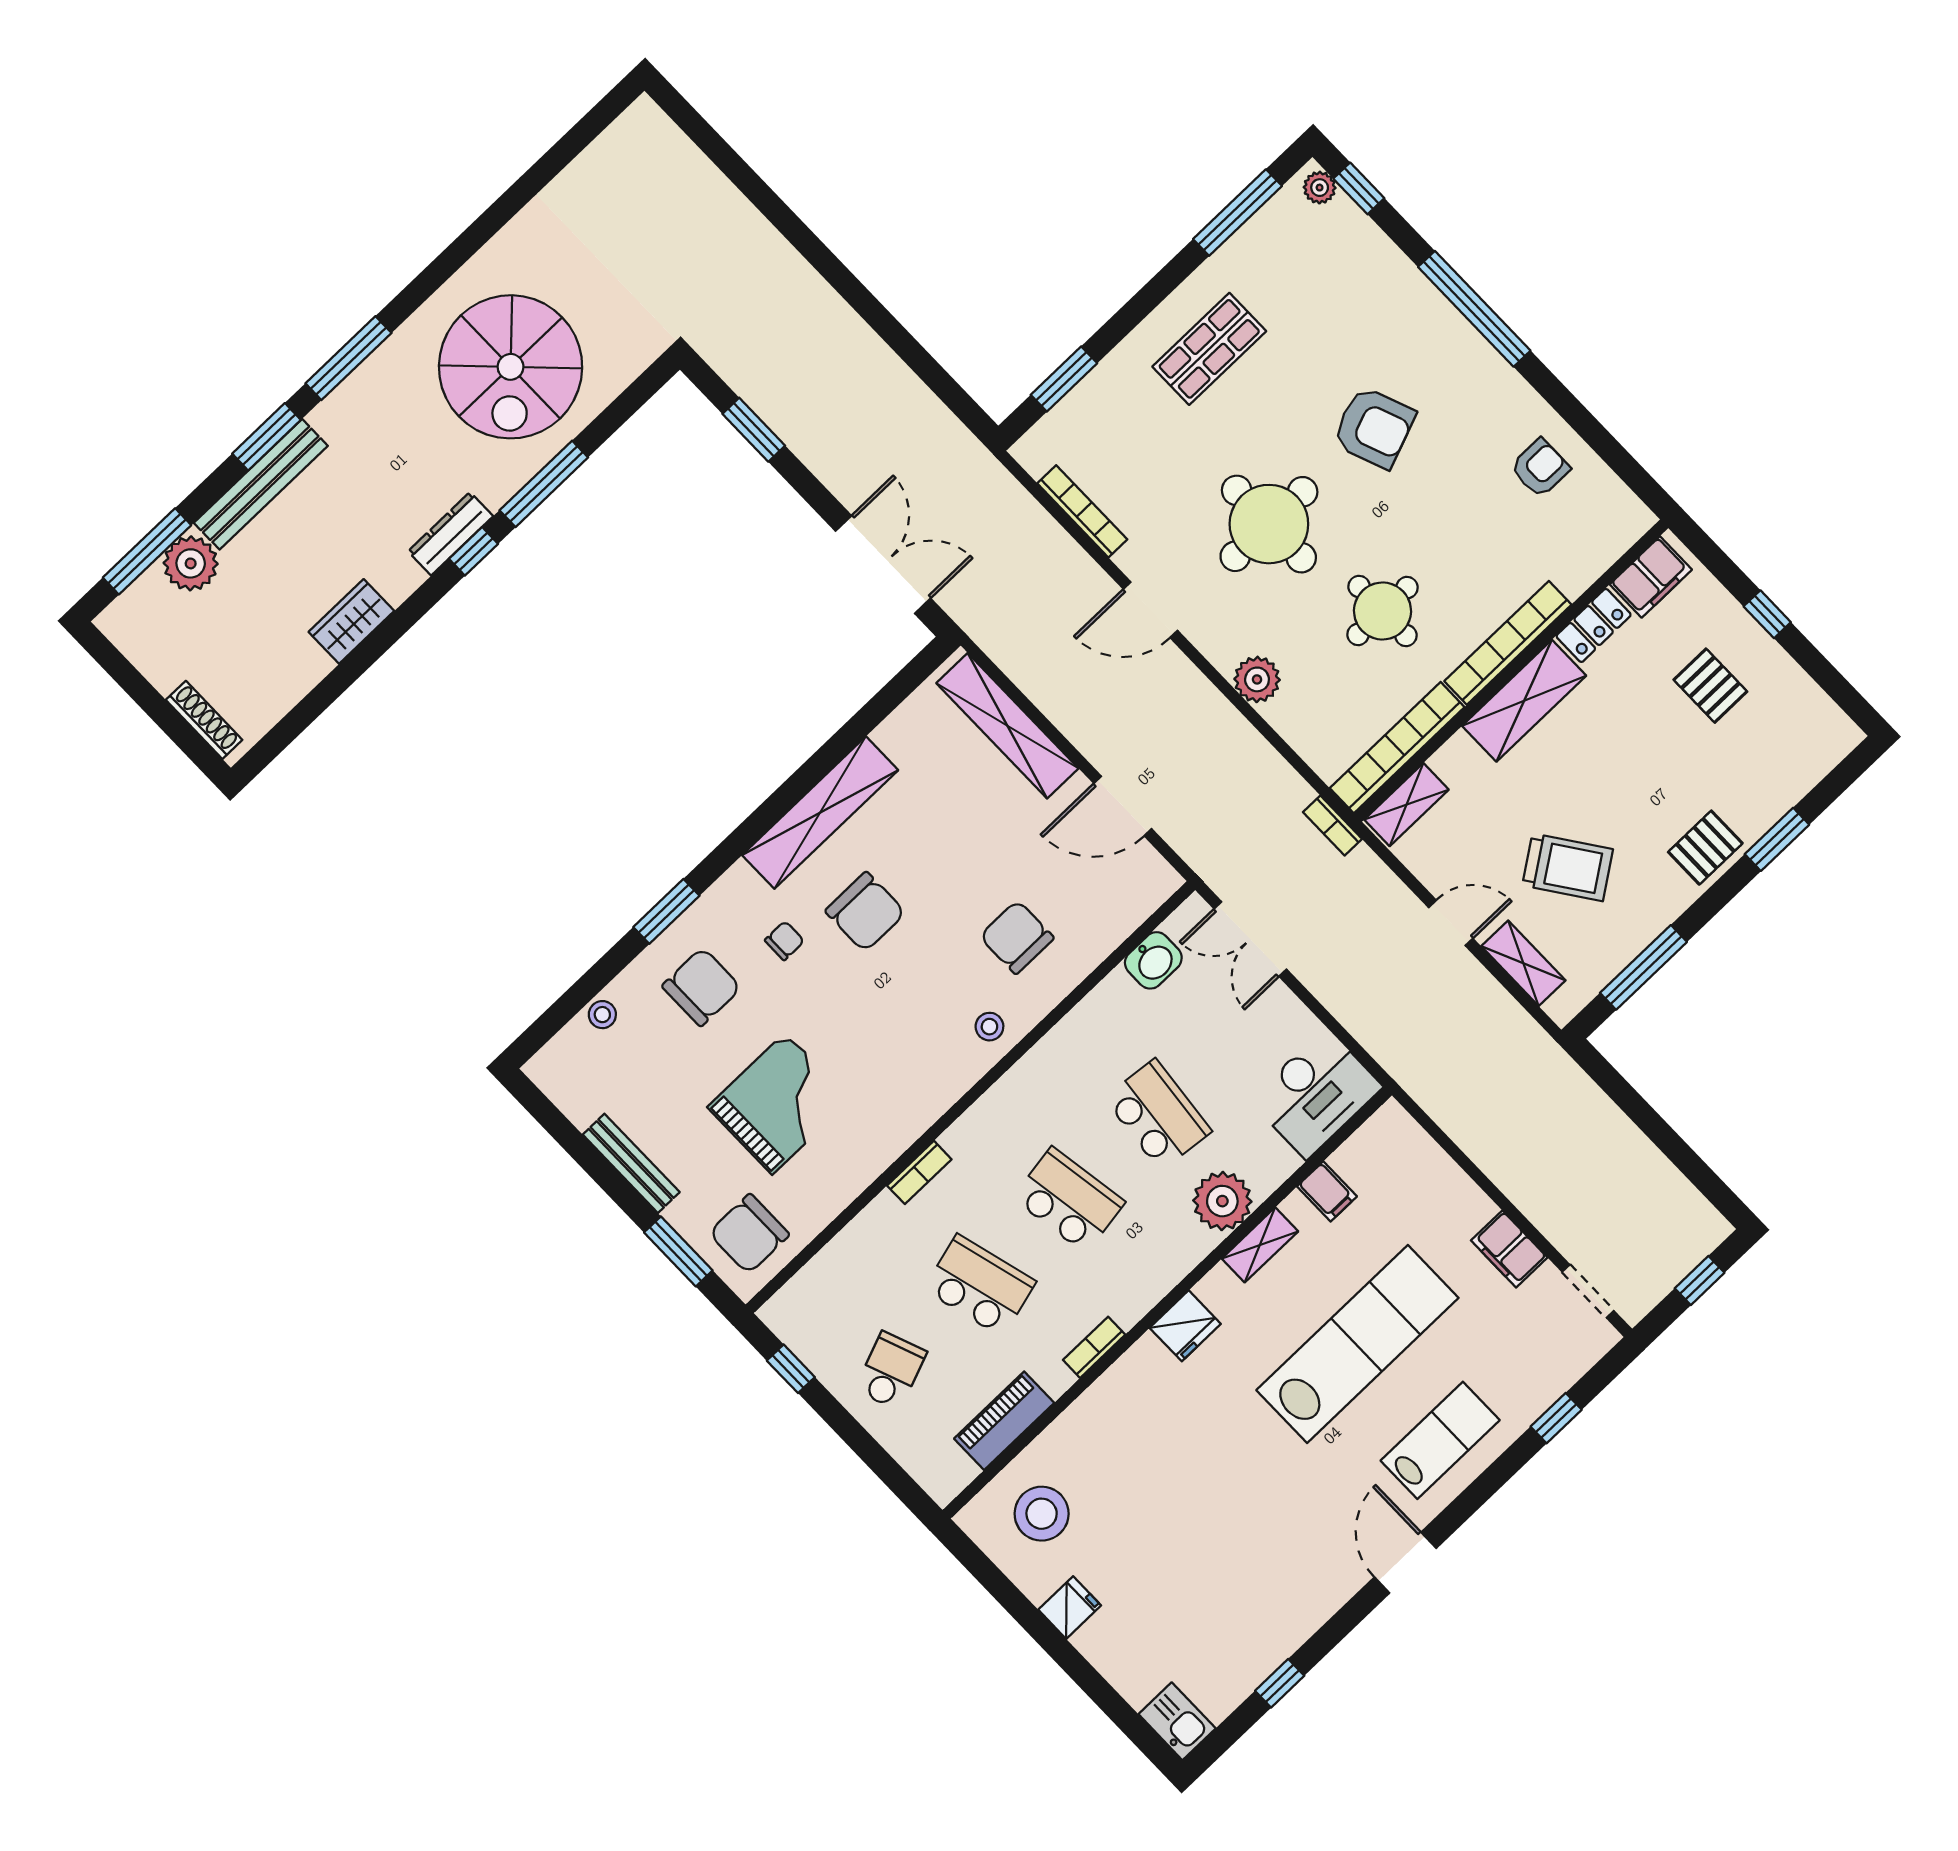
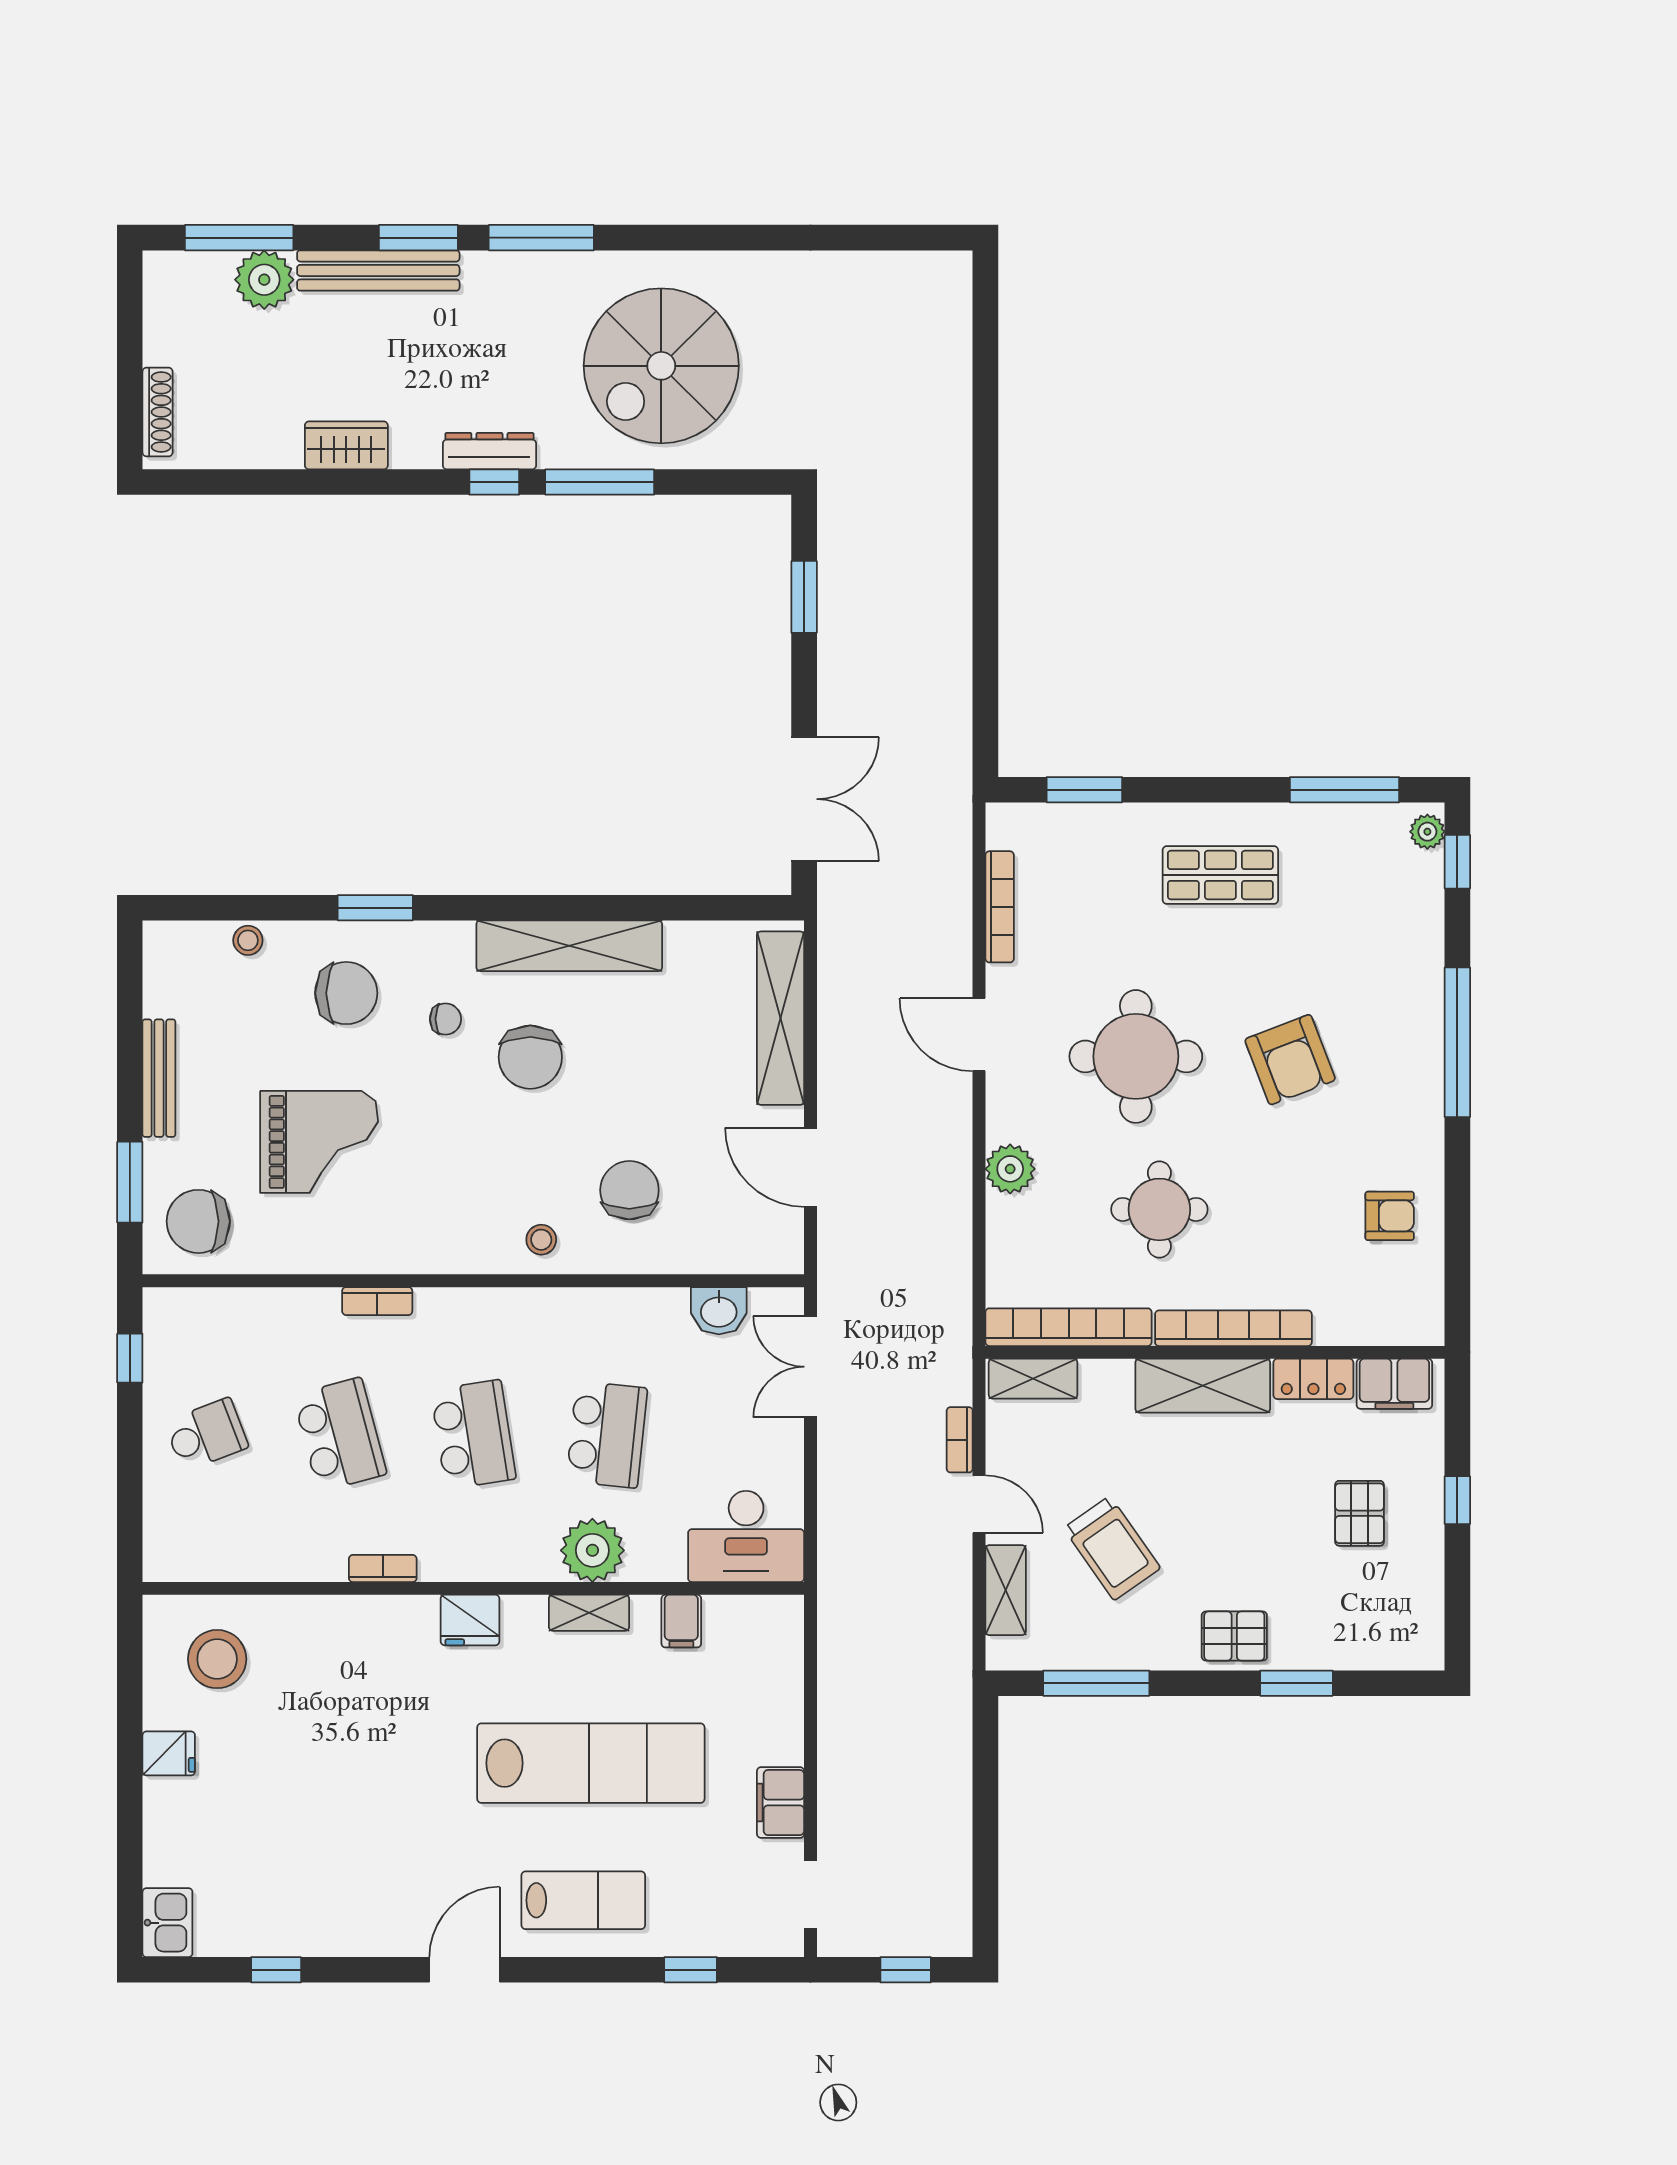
bookcase: (1332, 826) -> (960, 1440), moved
piano: (1004, 1421) -> (258, 1558), removed

